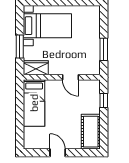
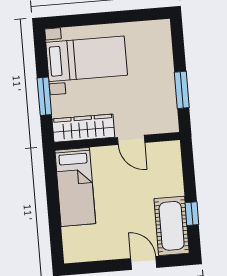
wardrobe: (36, 68) -> (83, 128), width x1.50
window: (104, 100) -> (192, 214), moved
door: (58, 153) -> (144, 263), moved

